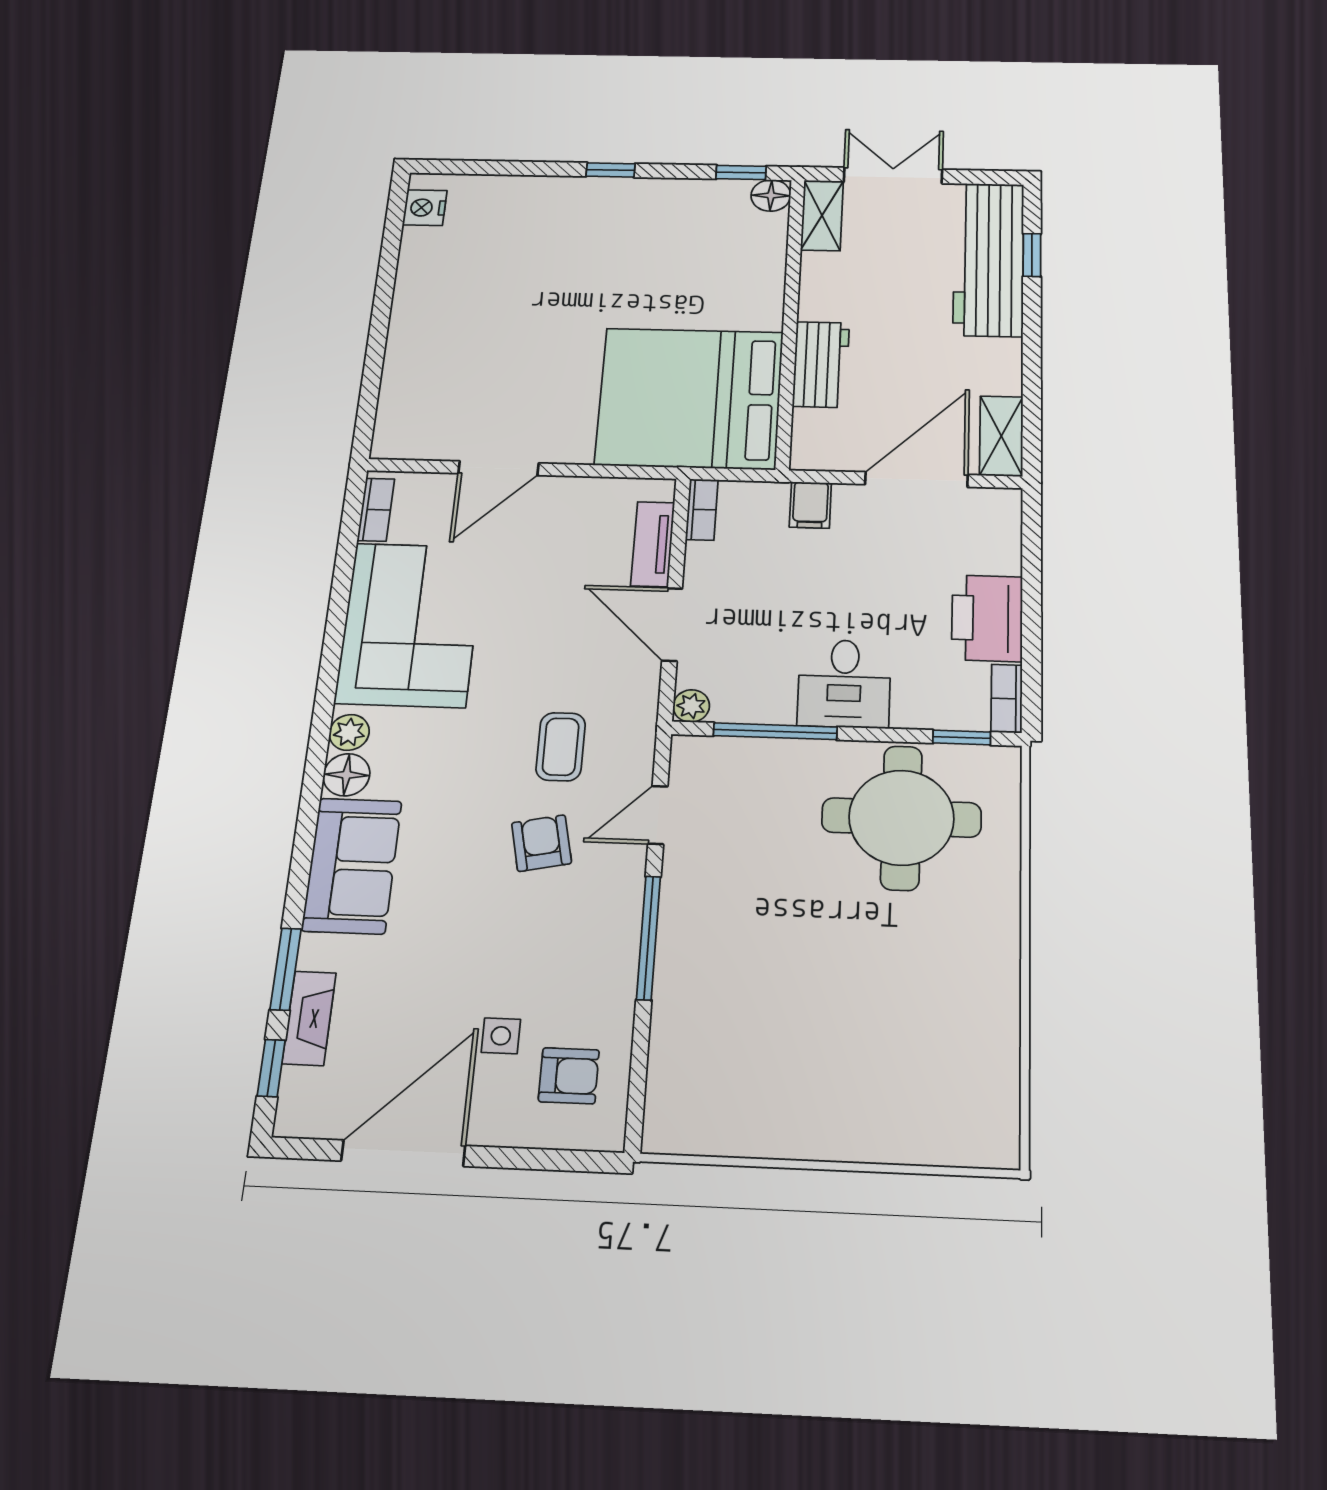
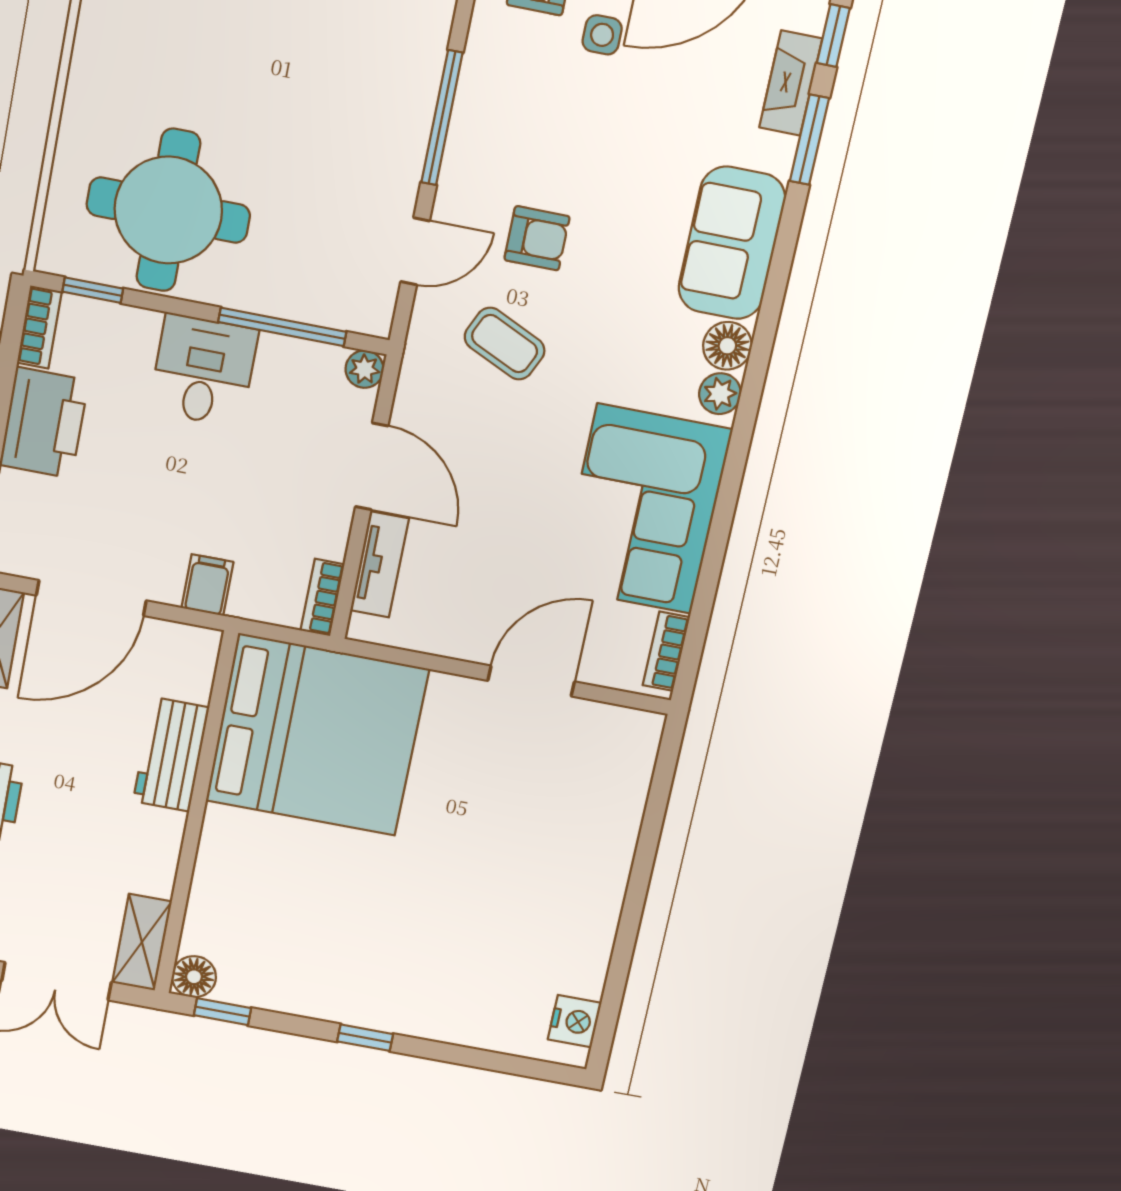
coffee table: (561, 747) -> (505, 344), turned -65
armchair: (542, 843) -> (537, 238), turned -78

